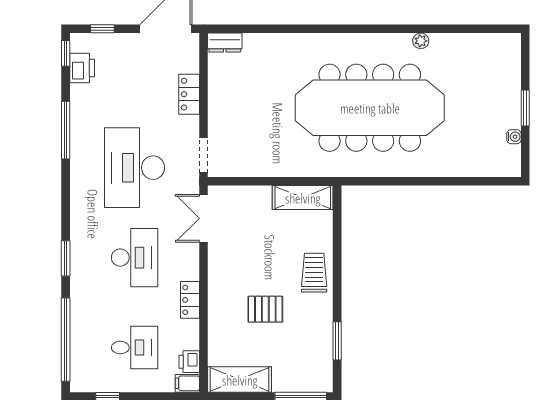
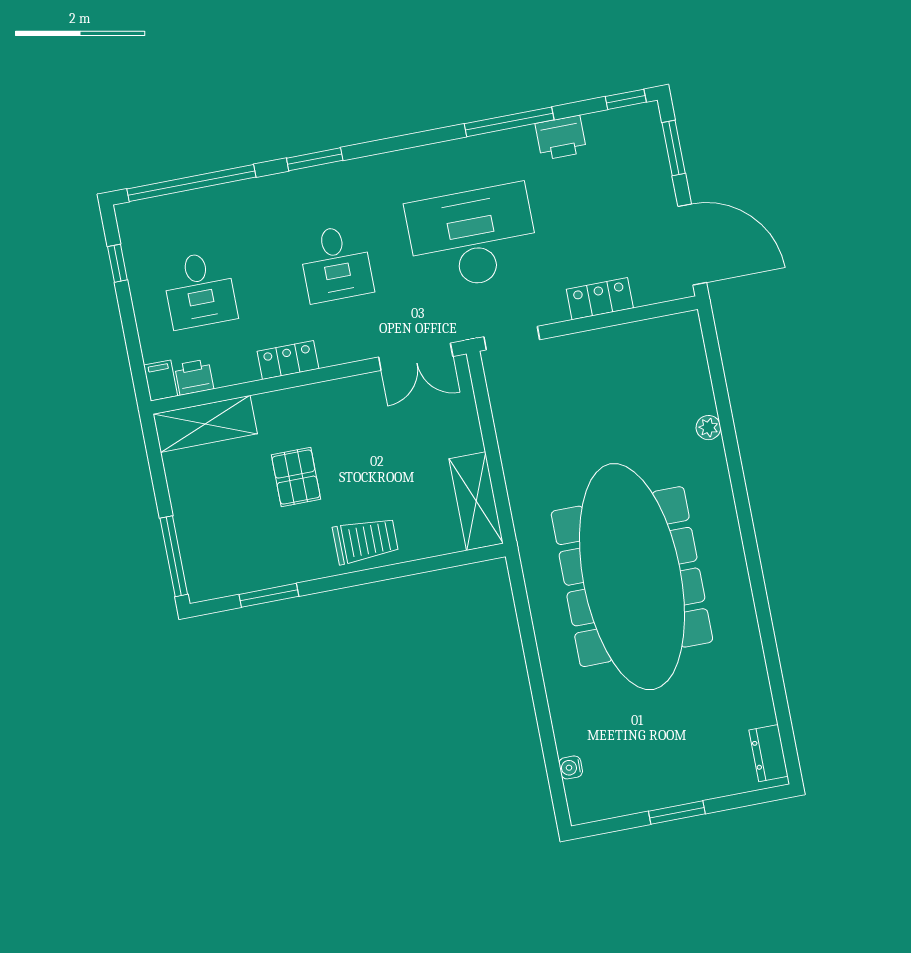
window: (102, 29) -> (674, 148), width x1.50
plant: (421, 41) -> (708, 428), moved
dresser: (225, 43) -> (768, 753), moved
printer: (82, 68) -> (561, 138), moved
water cooler: (514, 137) -> (571, 767), moved, turned 90
double door: (203, 218) -> (416, 357), swing flipped
desk: (135, 258) -> (336, 264), width x0.73
shelving: (240, 380) -> (205, 424), moved, turned 90

